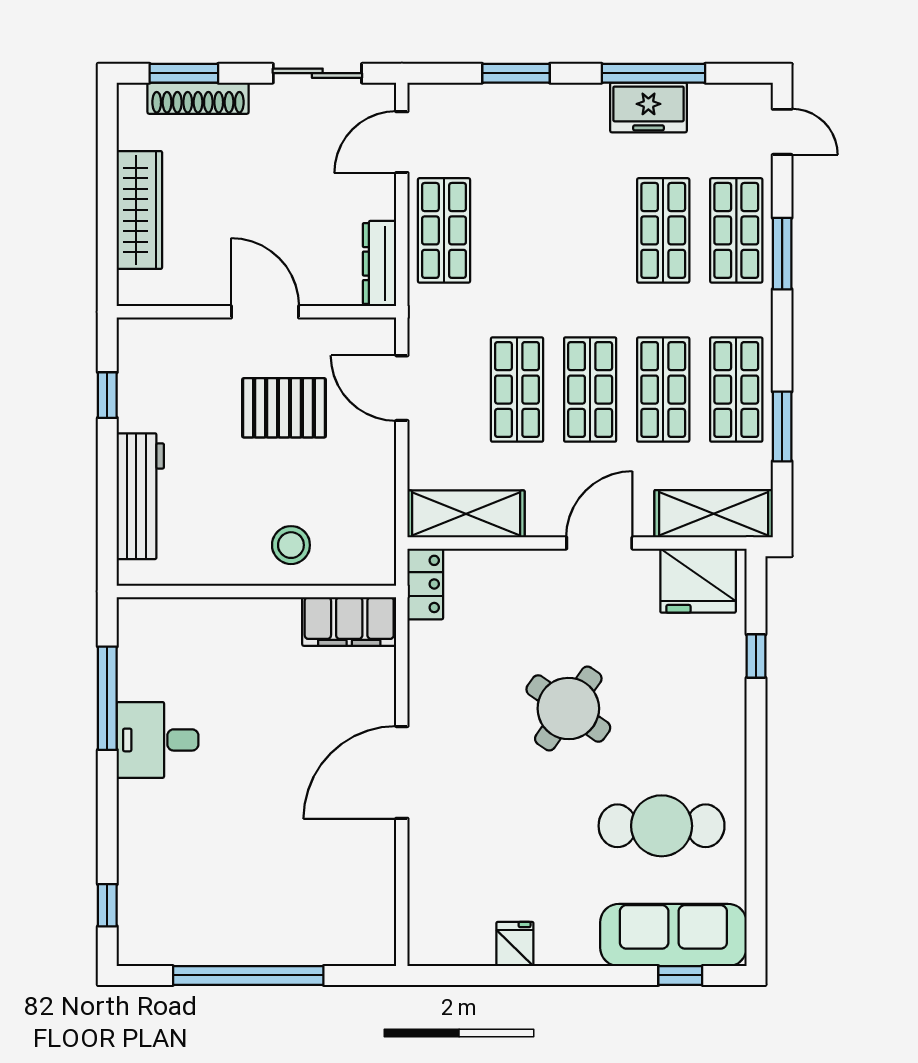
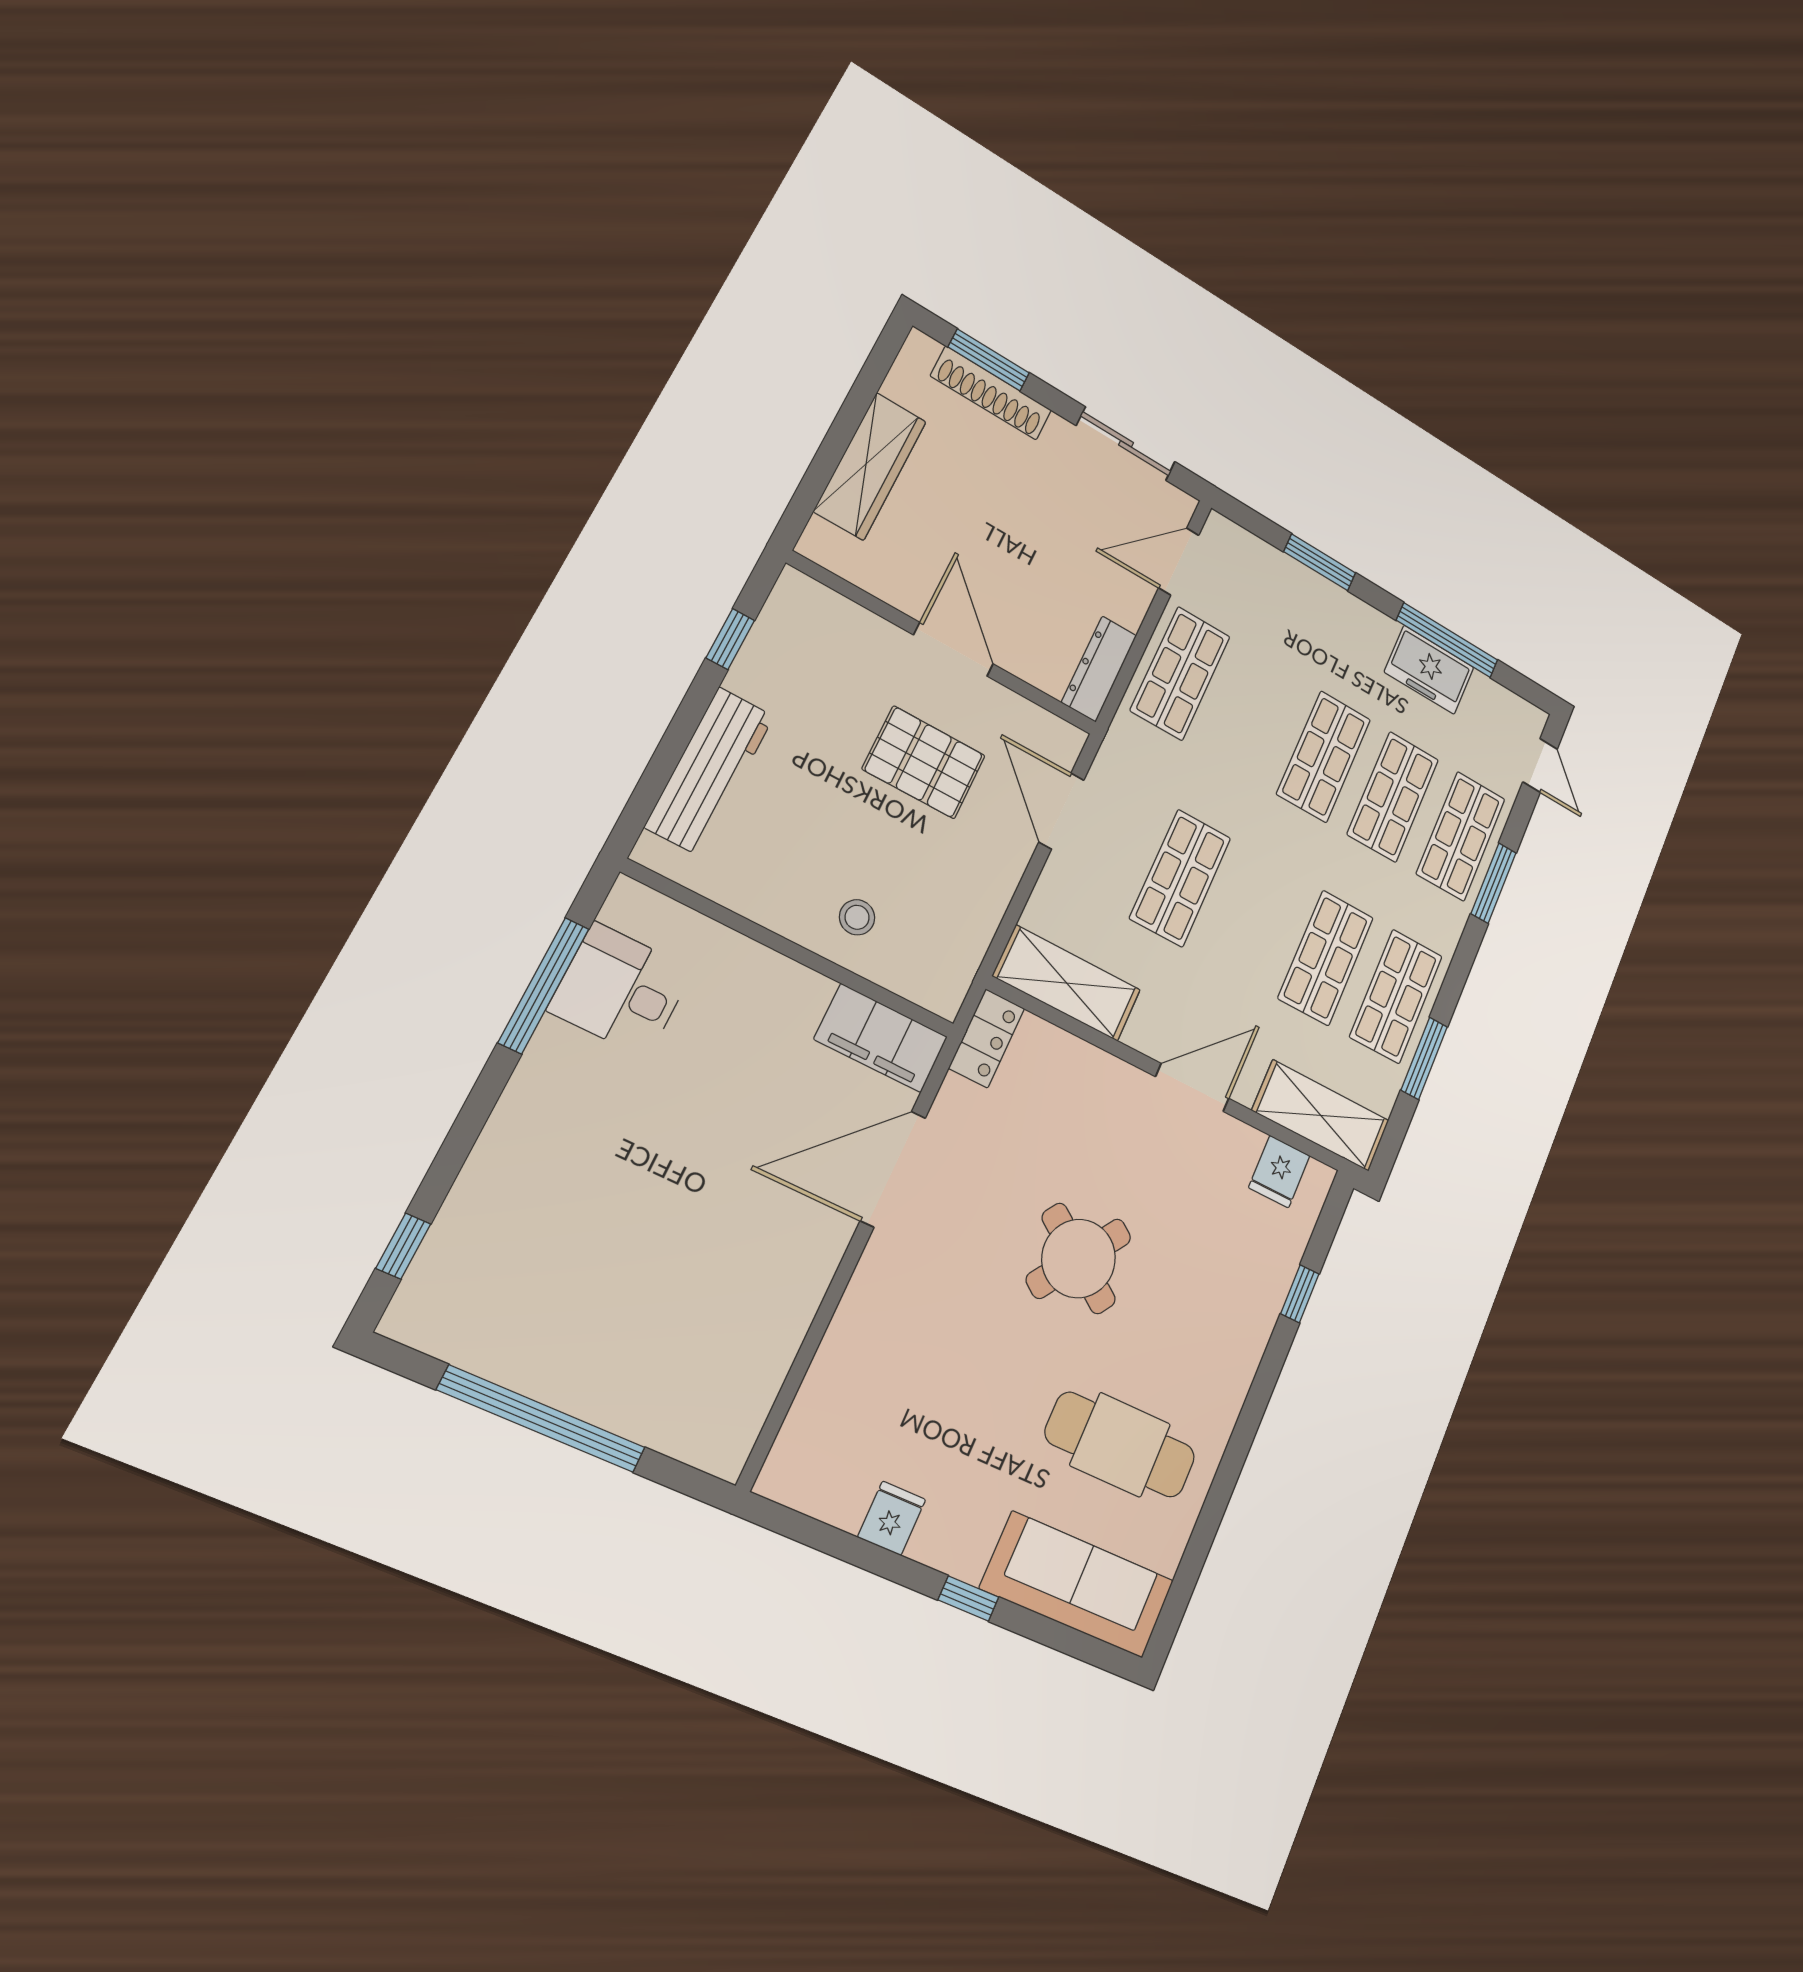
shop shelf: (590, 390) -> (1324, 757), moved
stool: (291, 545) -> (857, 917), width x0.73, depth x0.73
fridge: (698, 581) -> (1279, 1172), width x0.53, depth x0.75
desk: (158, 740) -> (621, 990), moved
door: (402, 772) -> (893, 1169), moved
window: (680, 975) -> (968, 1599), moved

